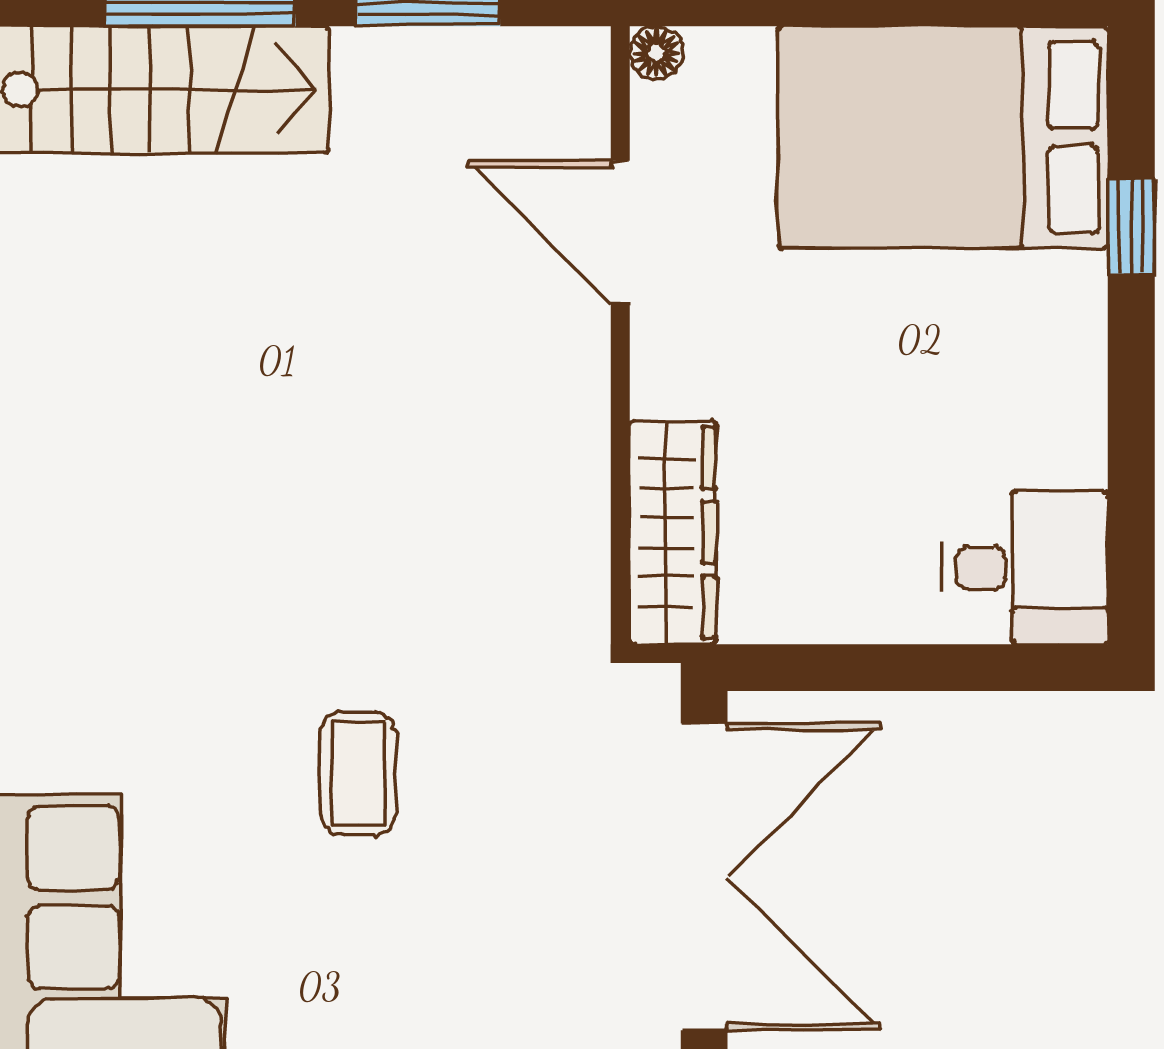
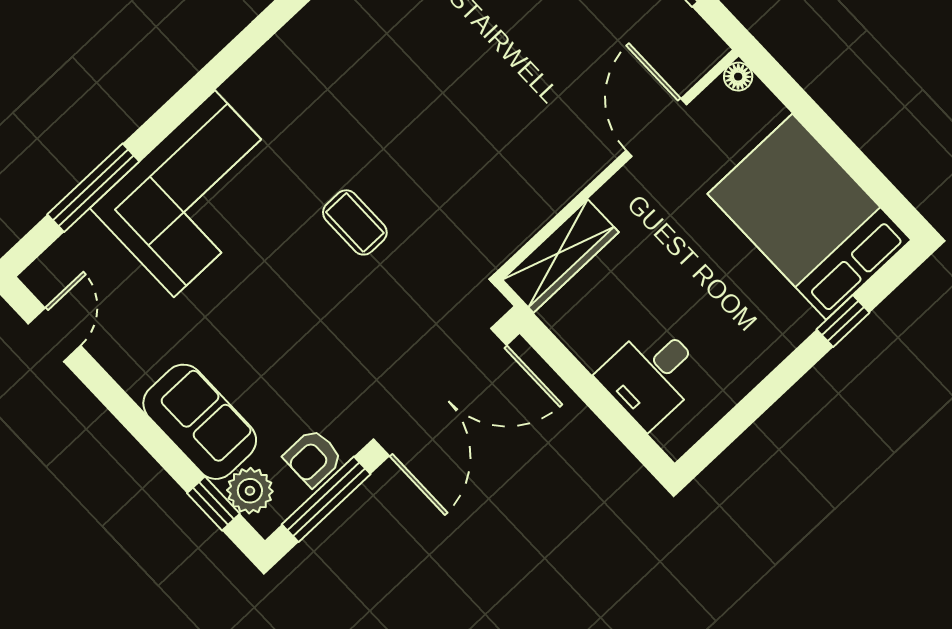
desk: (1026, 568) -> (651, 375), moved, turned 90
coffee table: (359, 773) -> (355, 222), turned 90

